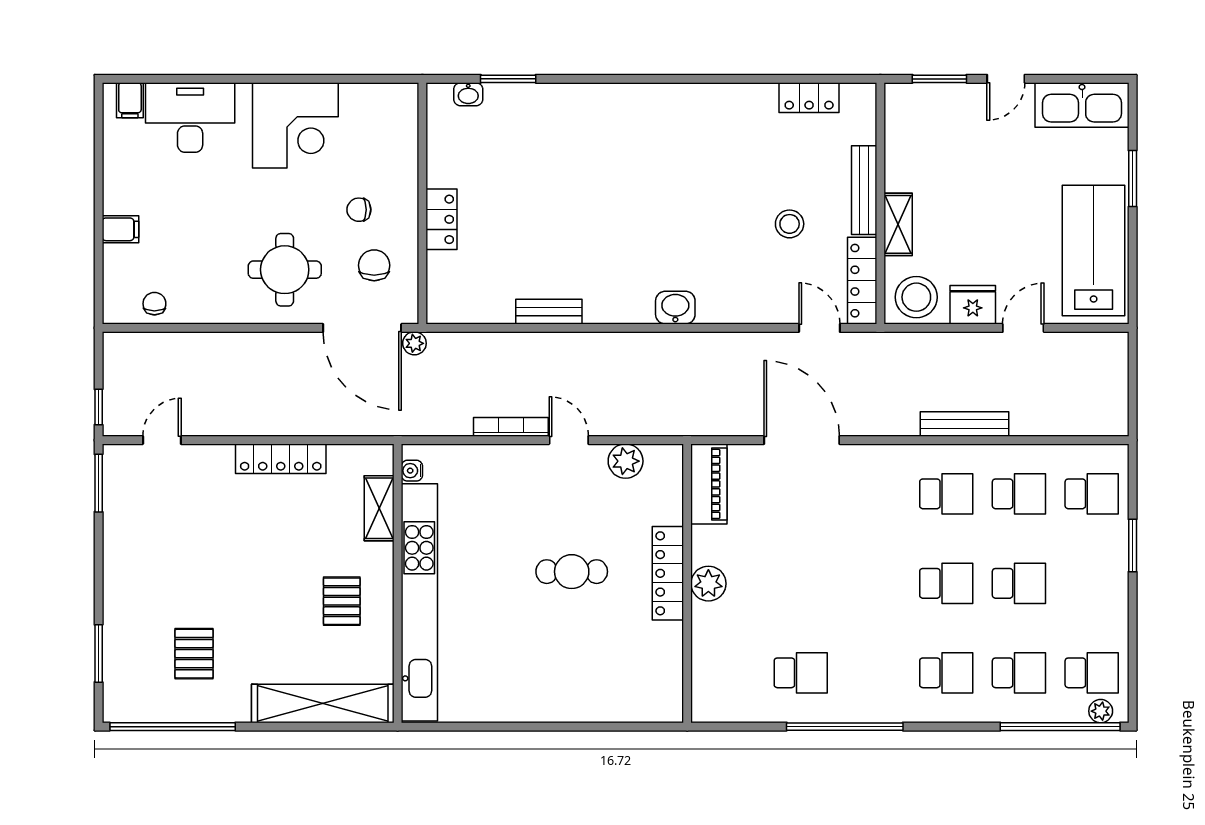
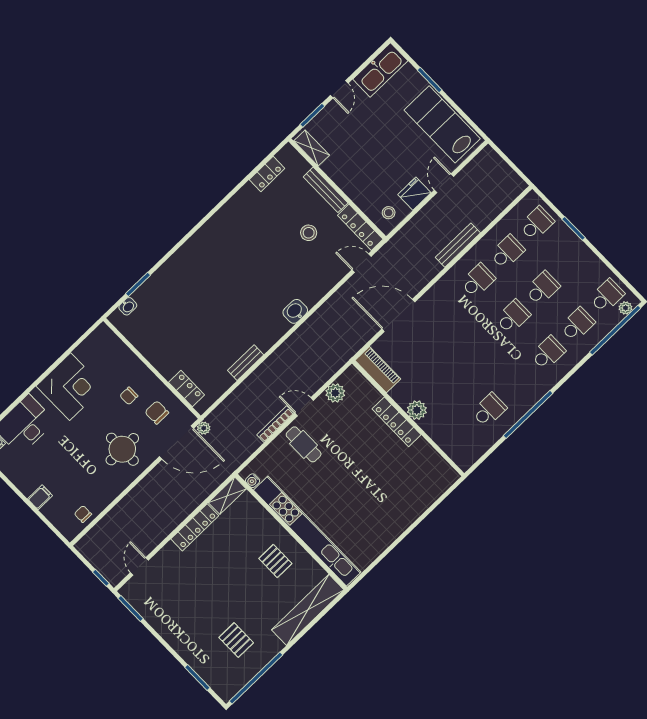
locker: (442, 219) -> (187, 389), moved
shelving: (898, 224) -> (312, 148), moved
stool: (916, 297) -> (389, 213), width x0.53, depth x0.53
shelving: (379, 508) -> (227, 496), moved, turned 90
cafe table: (572, 572) -> (304, 444), moved, turned 90

